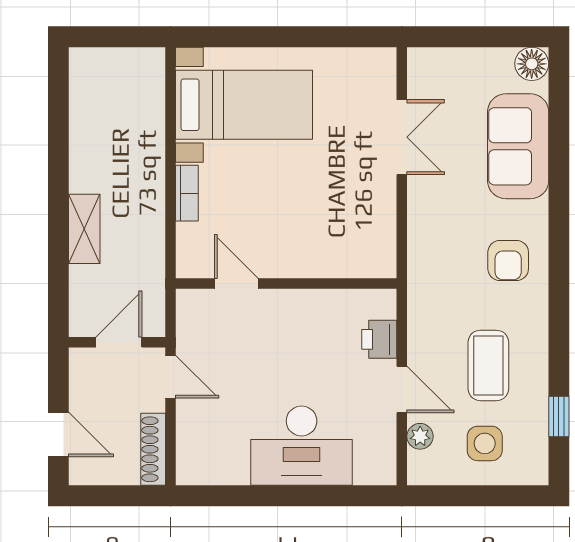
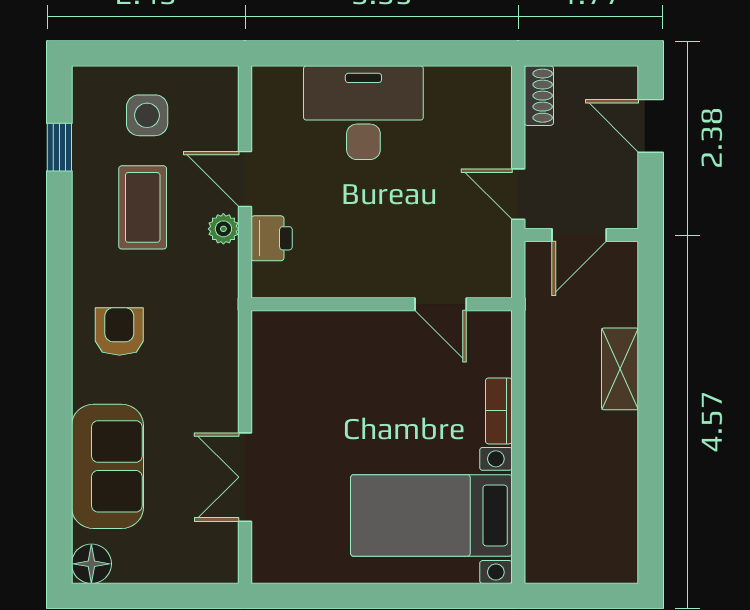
plant: (420, 436) -> (223, 229), moved
shoe rack: (153, 449) -> (539, 96), width x0.70

